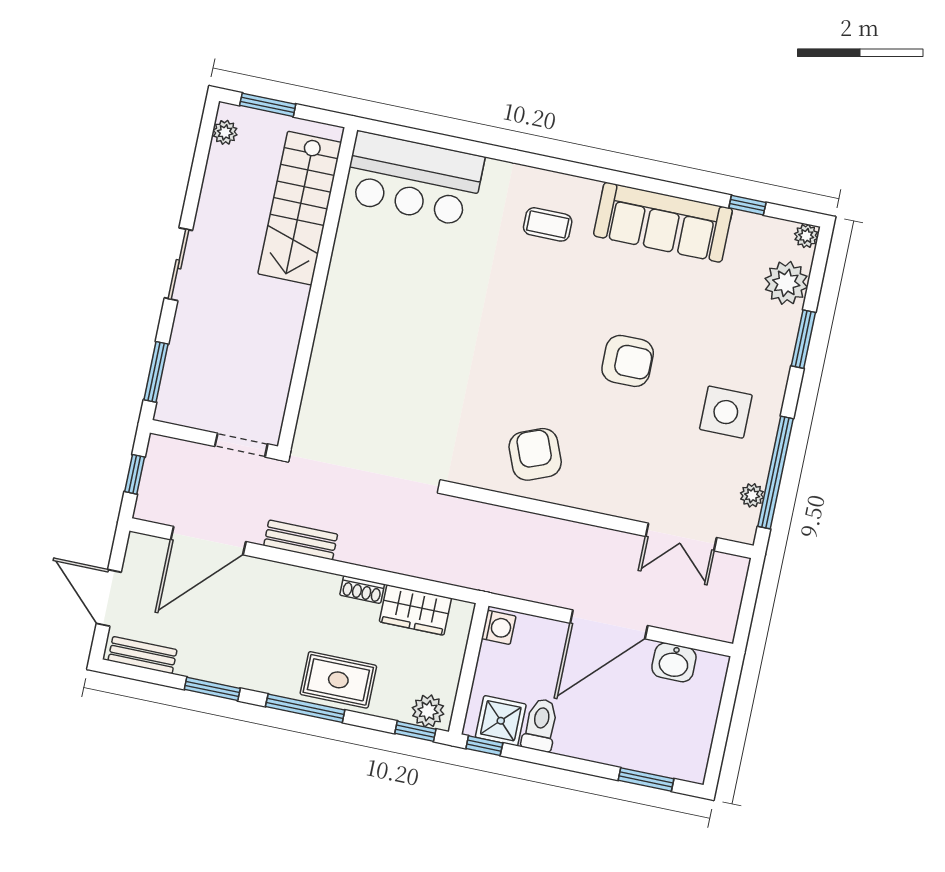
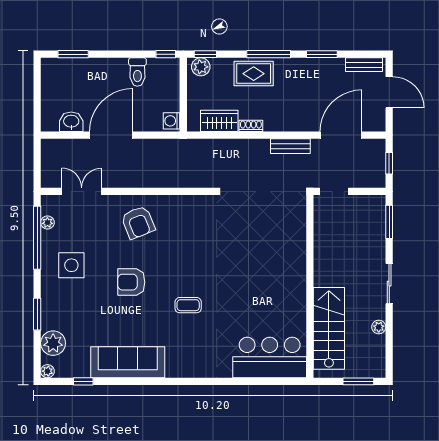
plant: (225, 132) -> (379, 327), moved
coffee table: (548, 224) -> (188, 305), moved
armchair: (535, 454) -> (138, 222), moved
shower: (501, 721) -> (160, 70), removed

